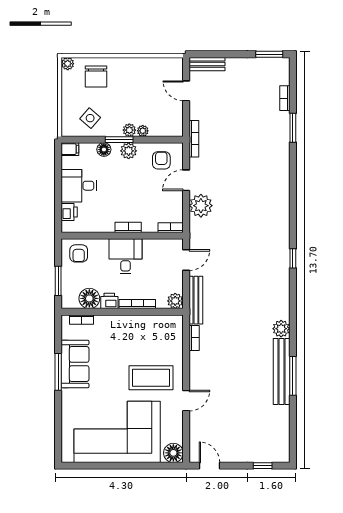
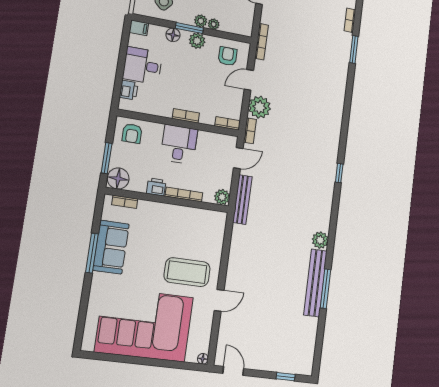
floor lamp: (89, 298) -> (118, 178), moved
bookcase: (194, 338) -> (250, 131), moved
floor lamp: (173, 453) -> (203, 359), width x0.53, depth x0.53

